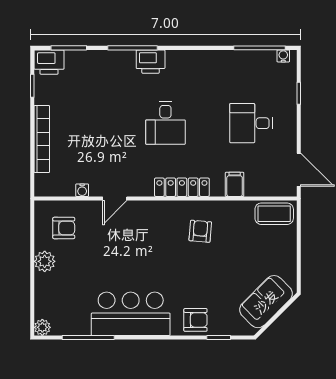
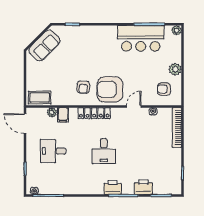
printer: (49, 62) -> (143, 187), moved
desk: (165, 123) -> (104, 151), turned 180
desk: (251, 123) -> (53, 151), turned 180
bookcase: (42, 139) -> (177, 128), moved
plant: (253, 188) -> (52, 112), added
bar counter: (131, 314) -> (141, 38), moved
armchair: (195, 320) -> (110, 89), moved, width x1.88, depth x1.88

